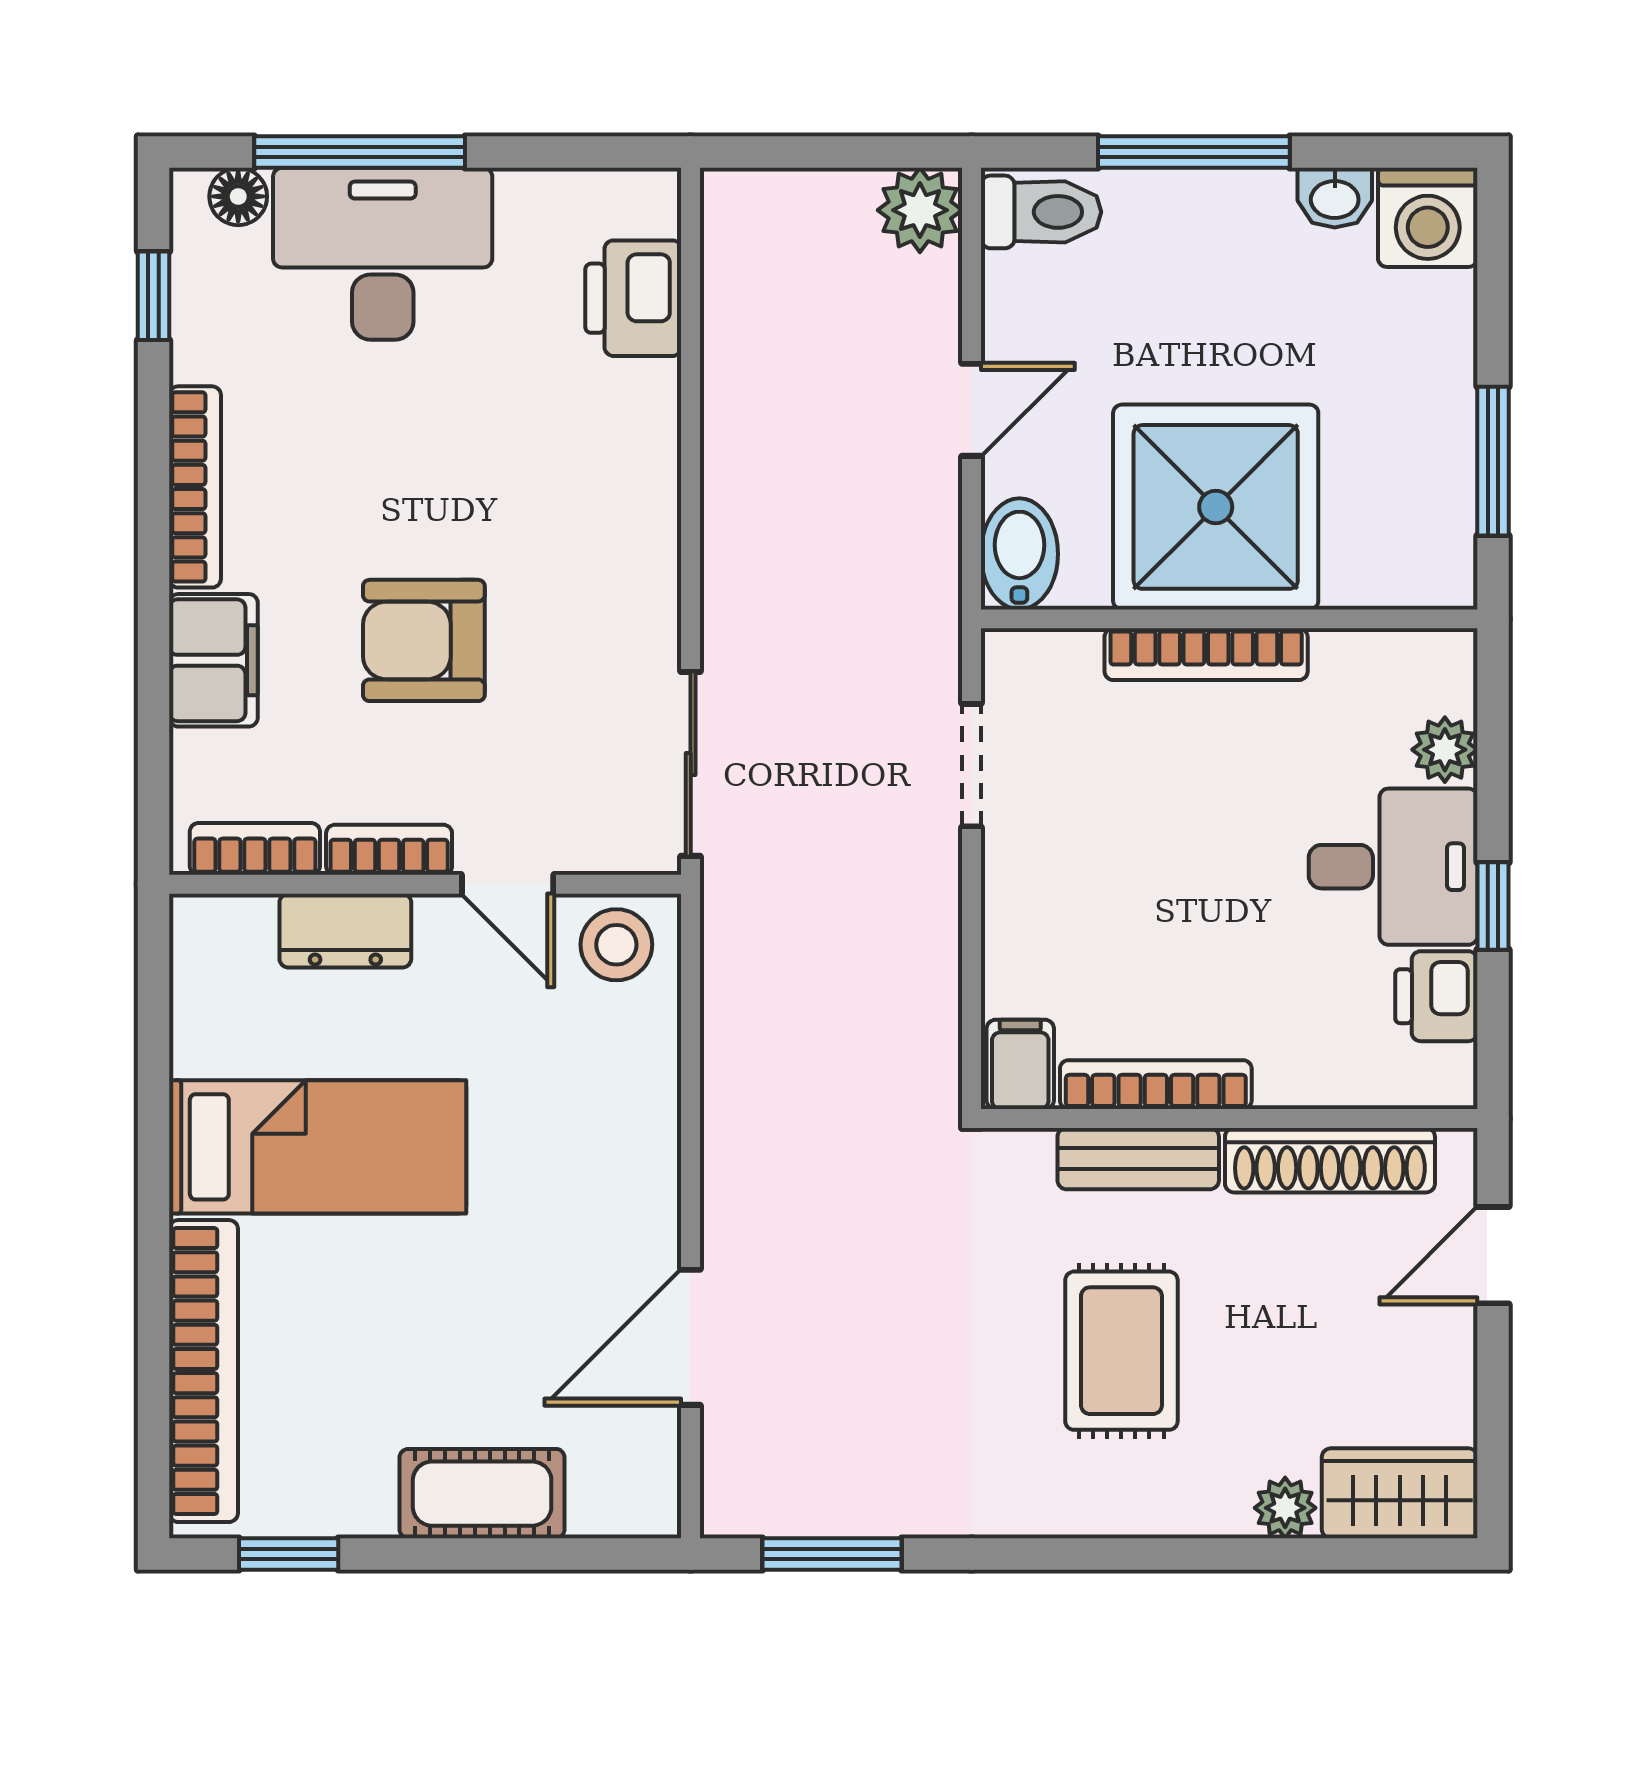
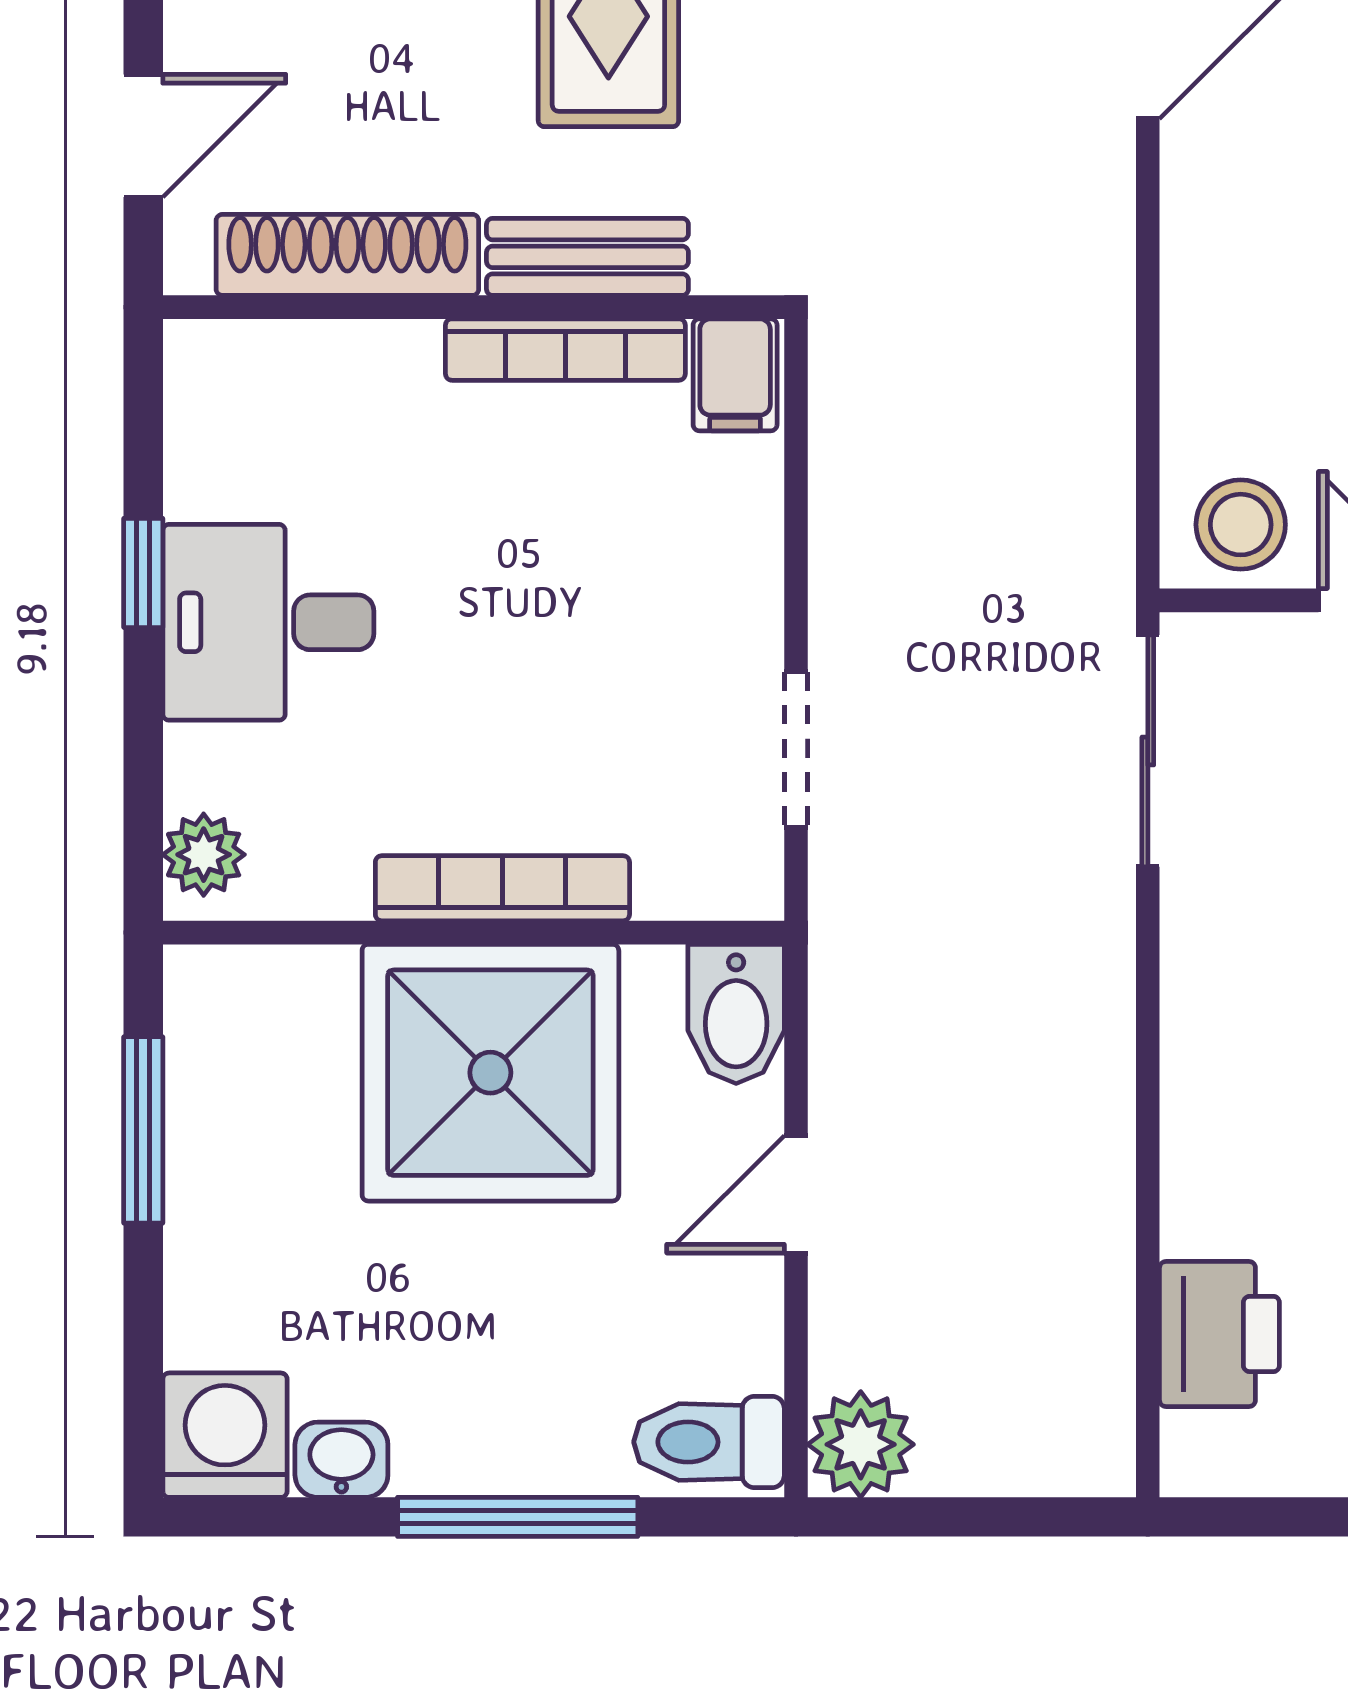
plant: (1445, 750) -> (204, 855), moved
printer: (1436, 996) -> (214, 460), removed

